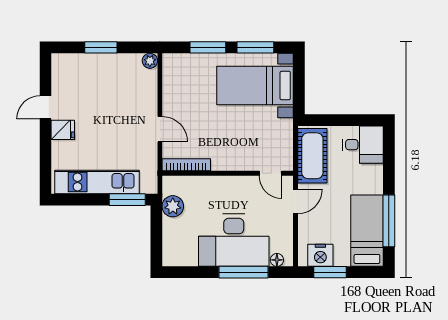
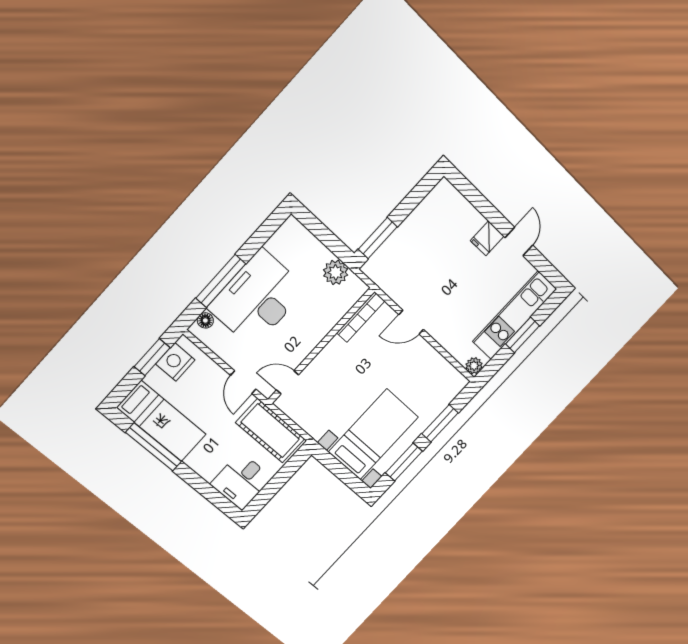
kitchen unit: (97, 182) -> (515, 315), moved, turned 180

